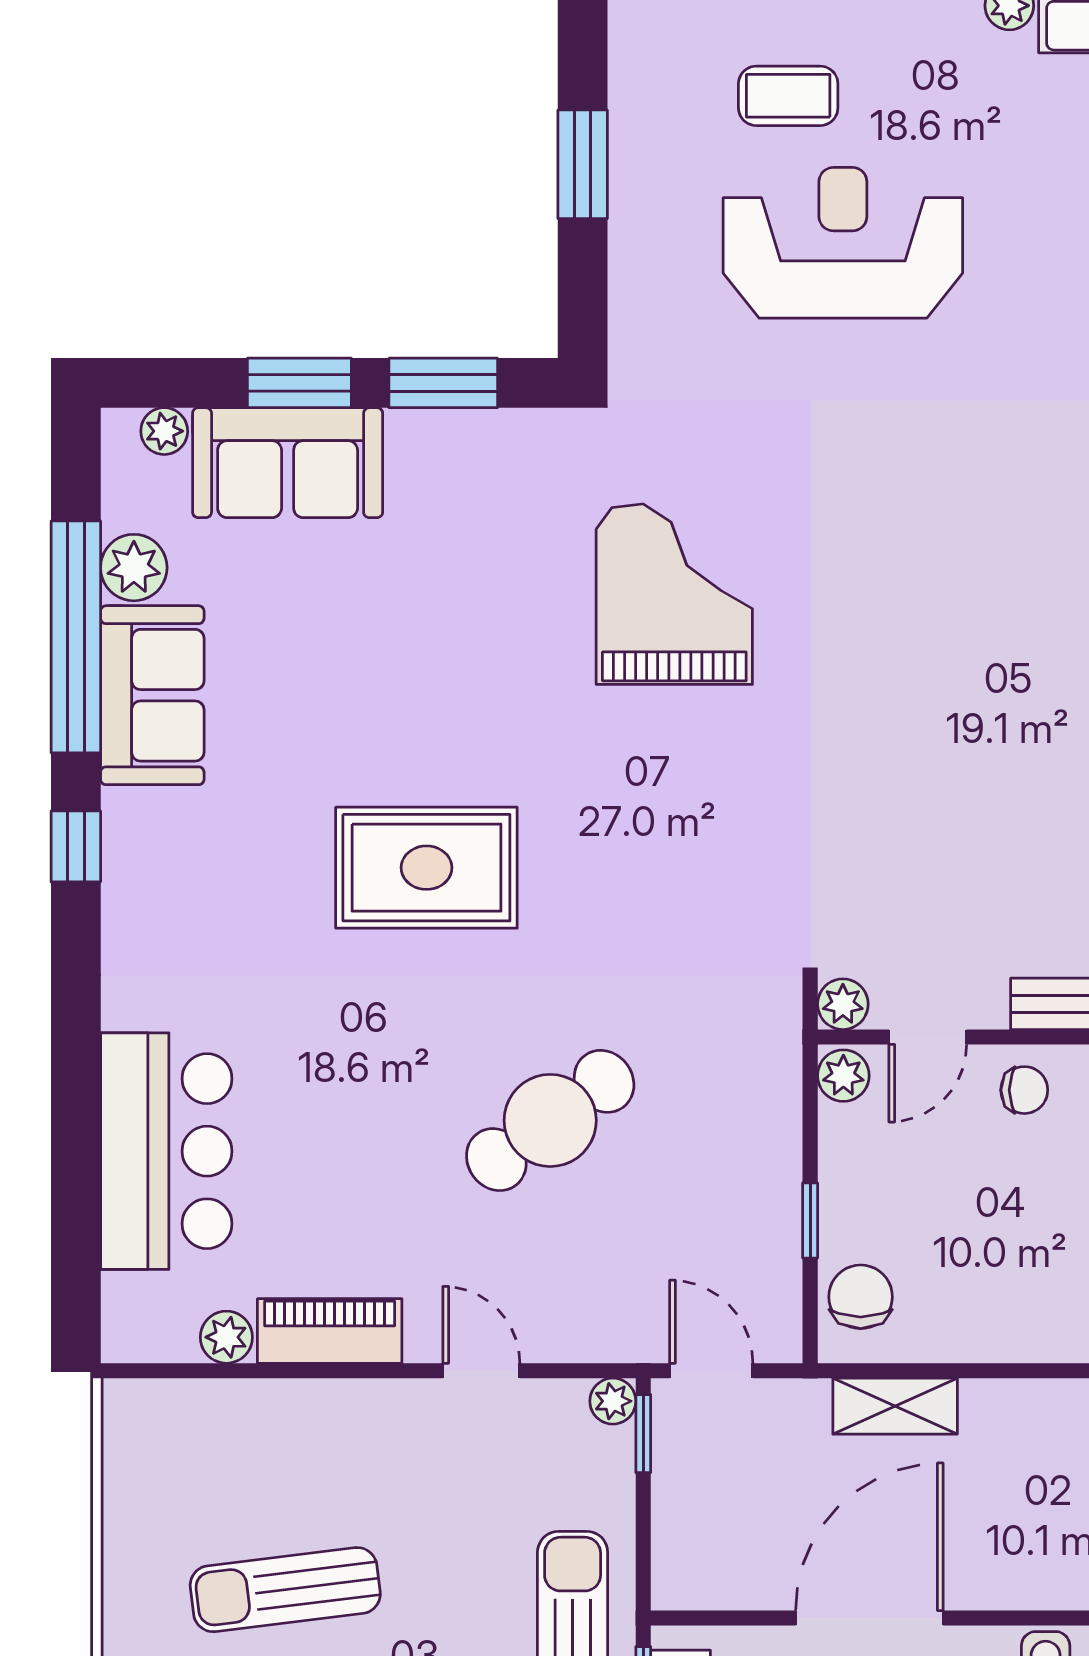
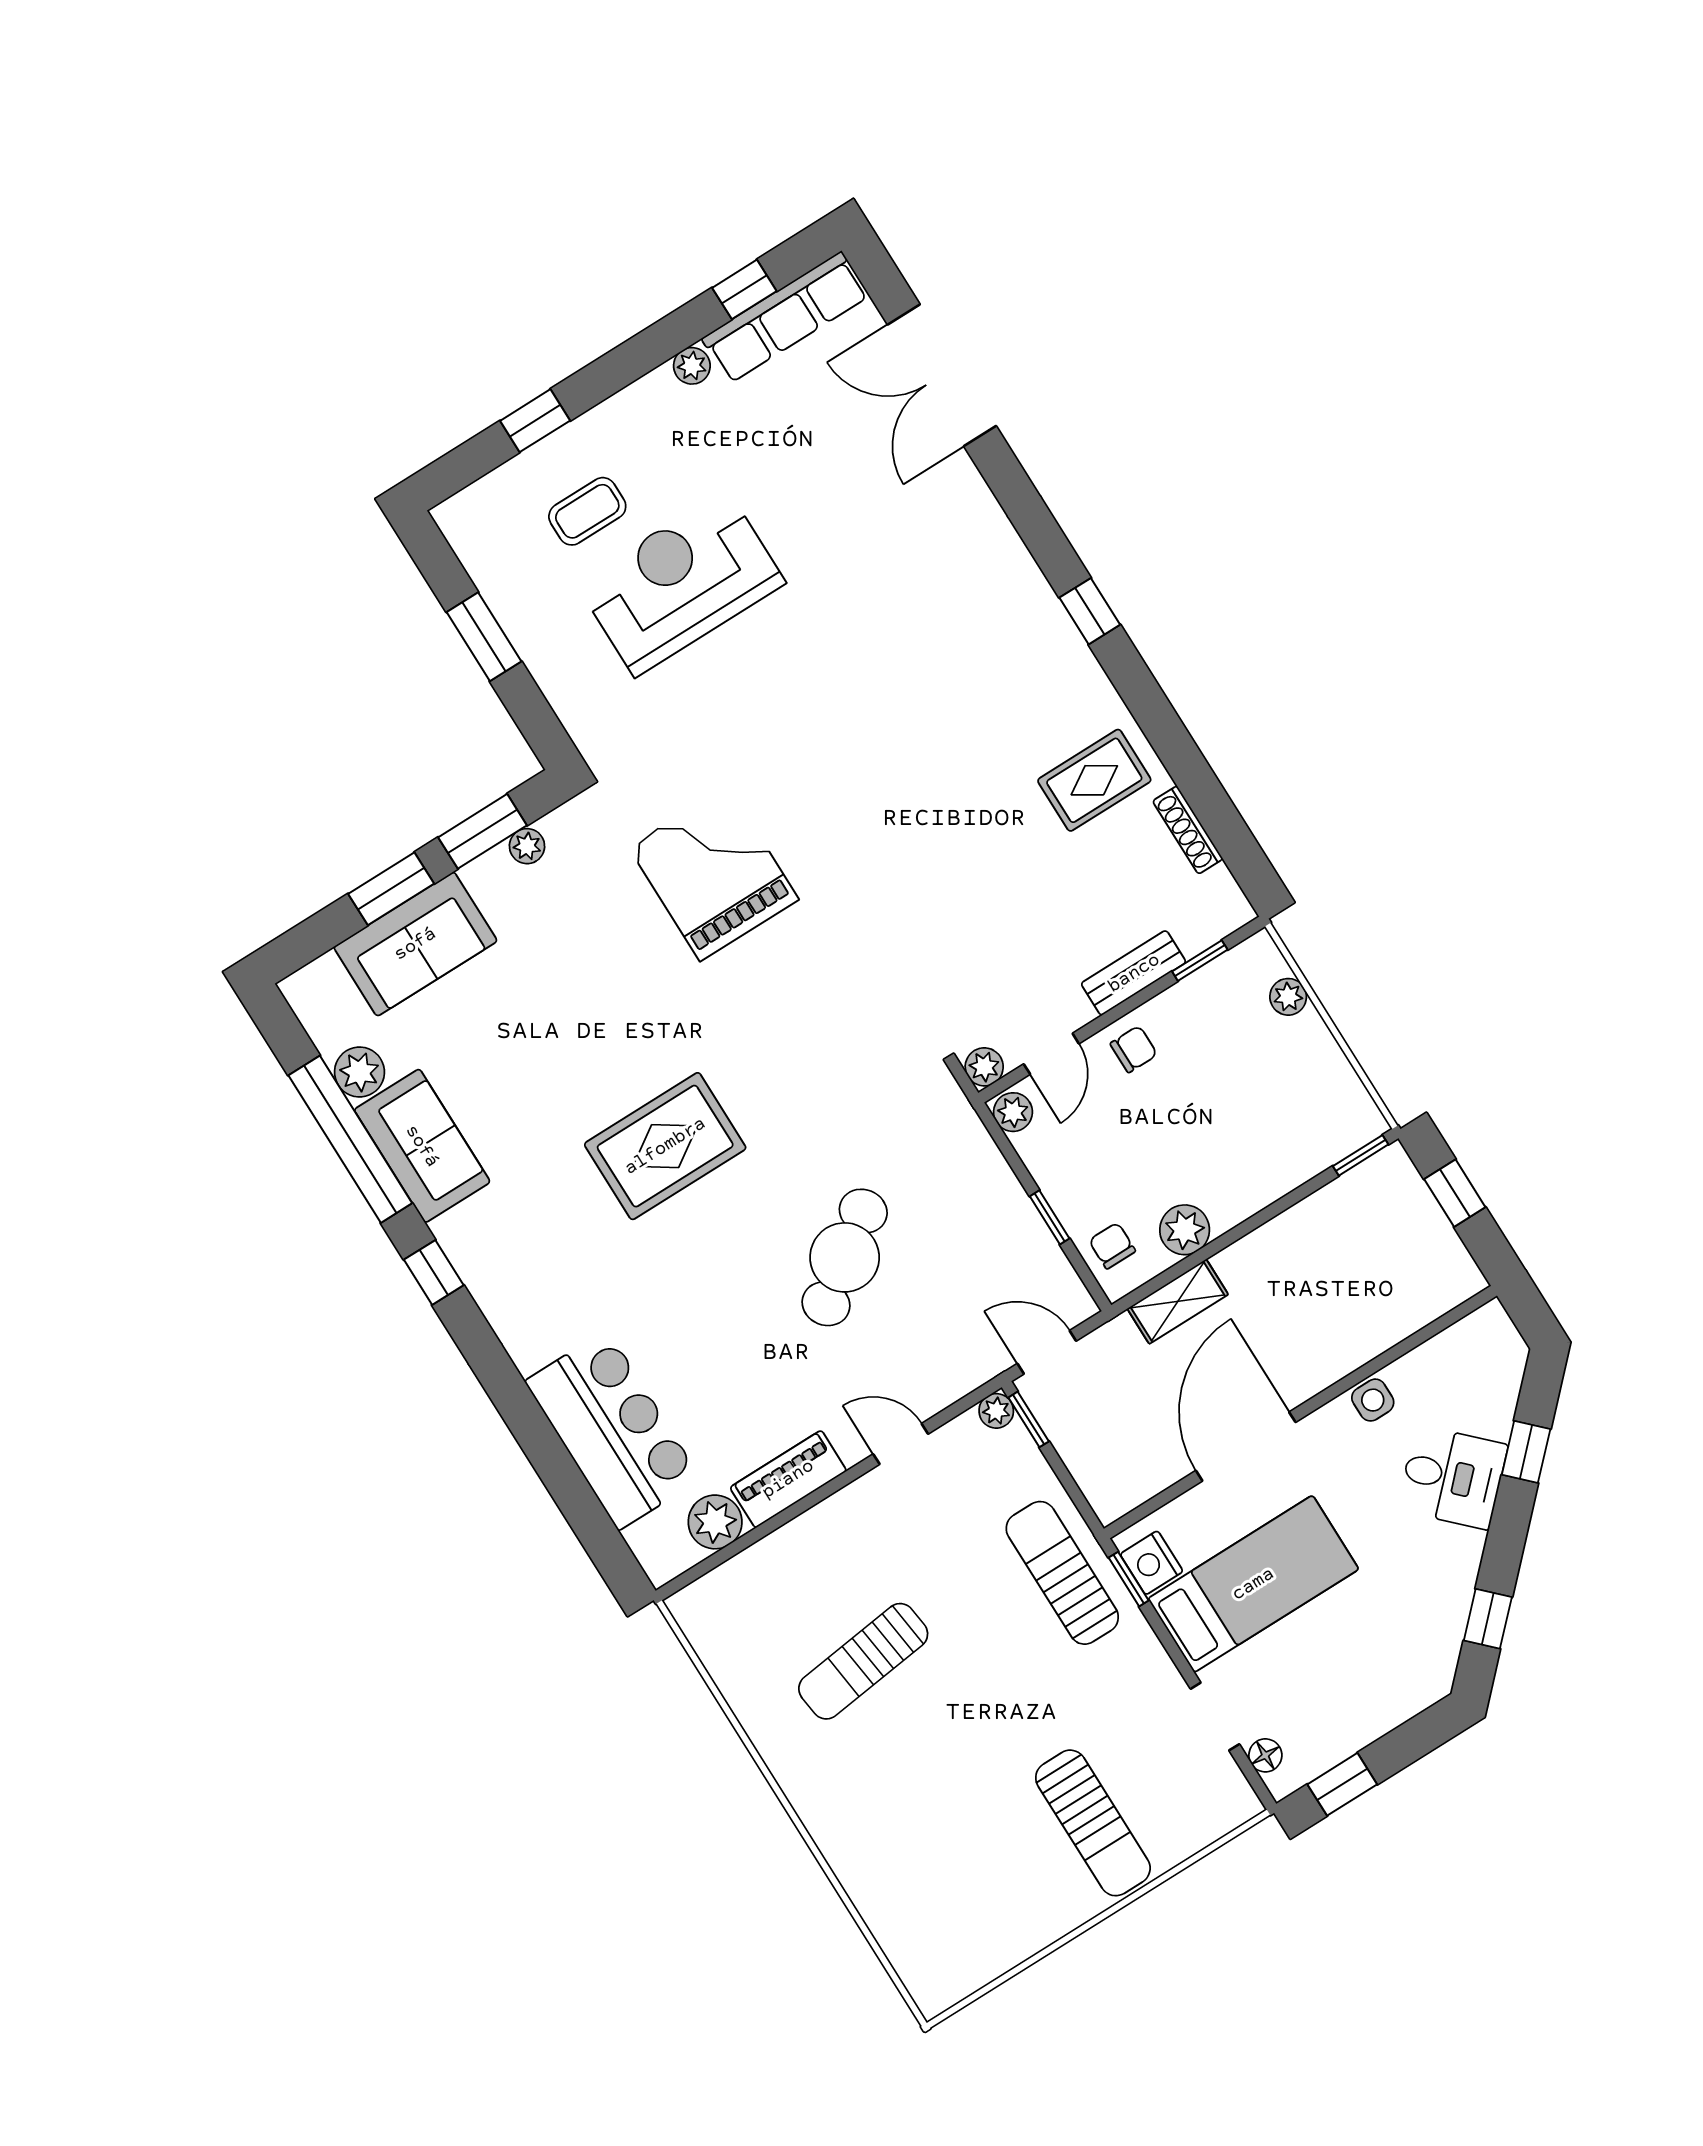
plant: (164, 431) -> (527, 846), moved
chair: (861, 1297) -> (1112, 1246), width x0.73, depth x0.73
plant: (954, 1330) -> (1185, 1230), added
plant: (226, 1337) -> (715, 1522), width x1.38, depth x1.38

